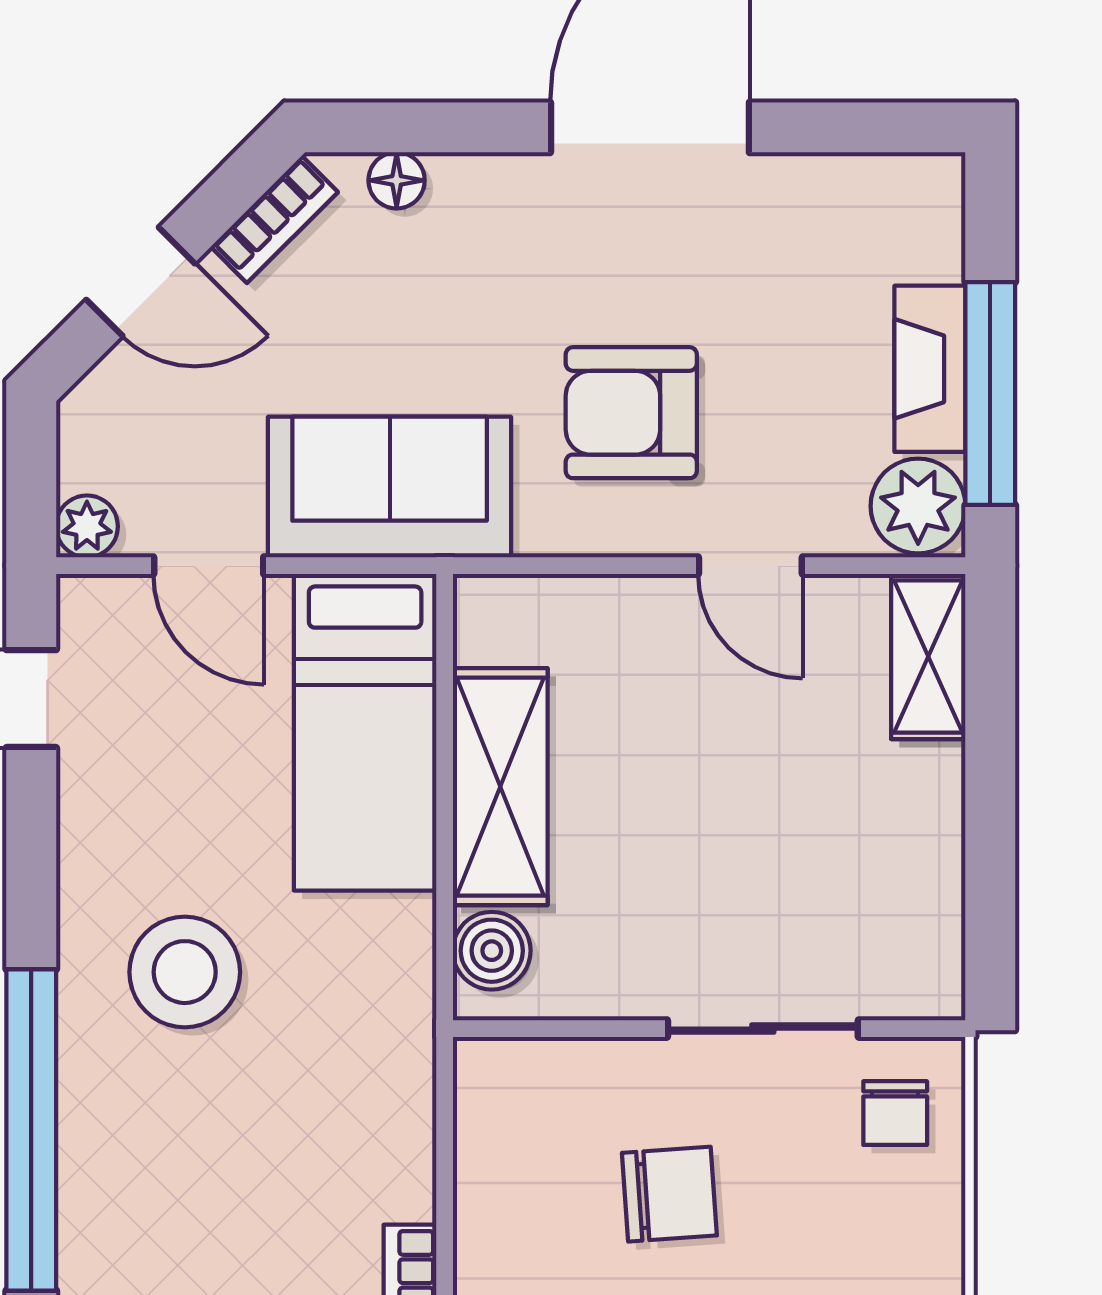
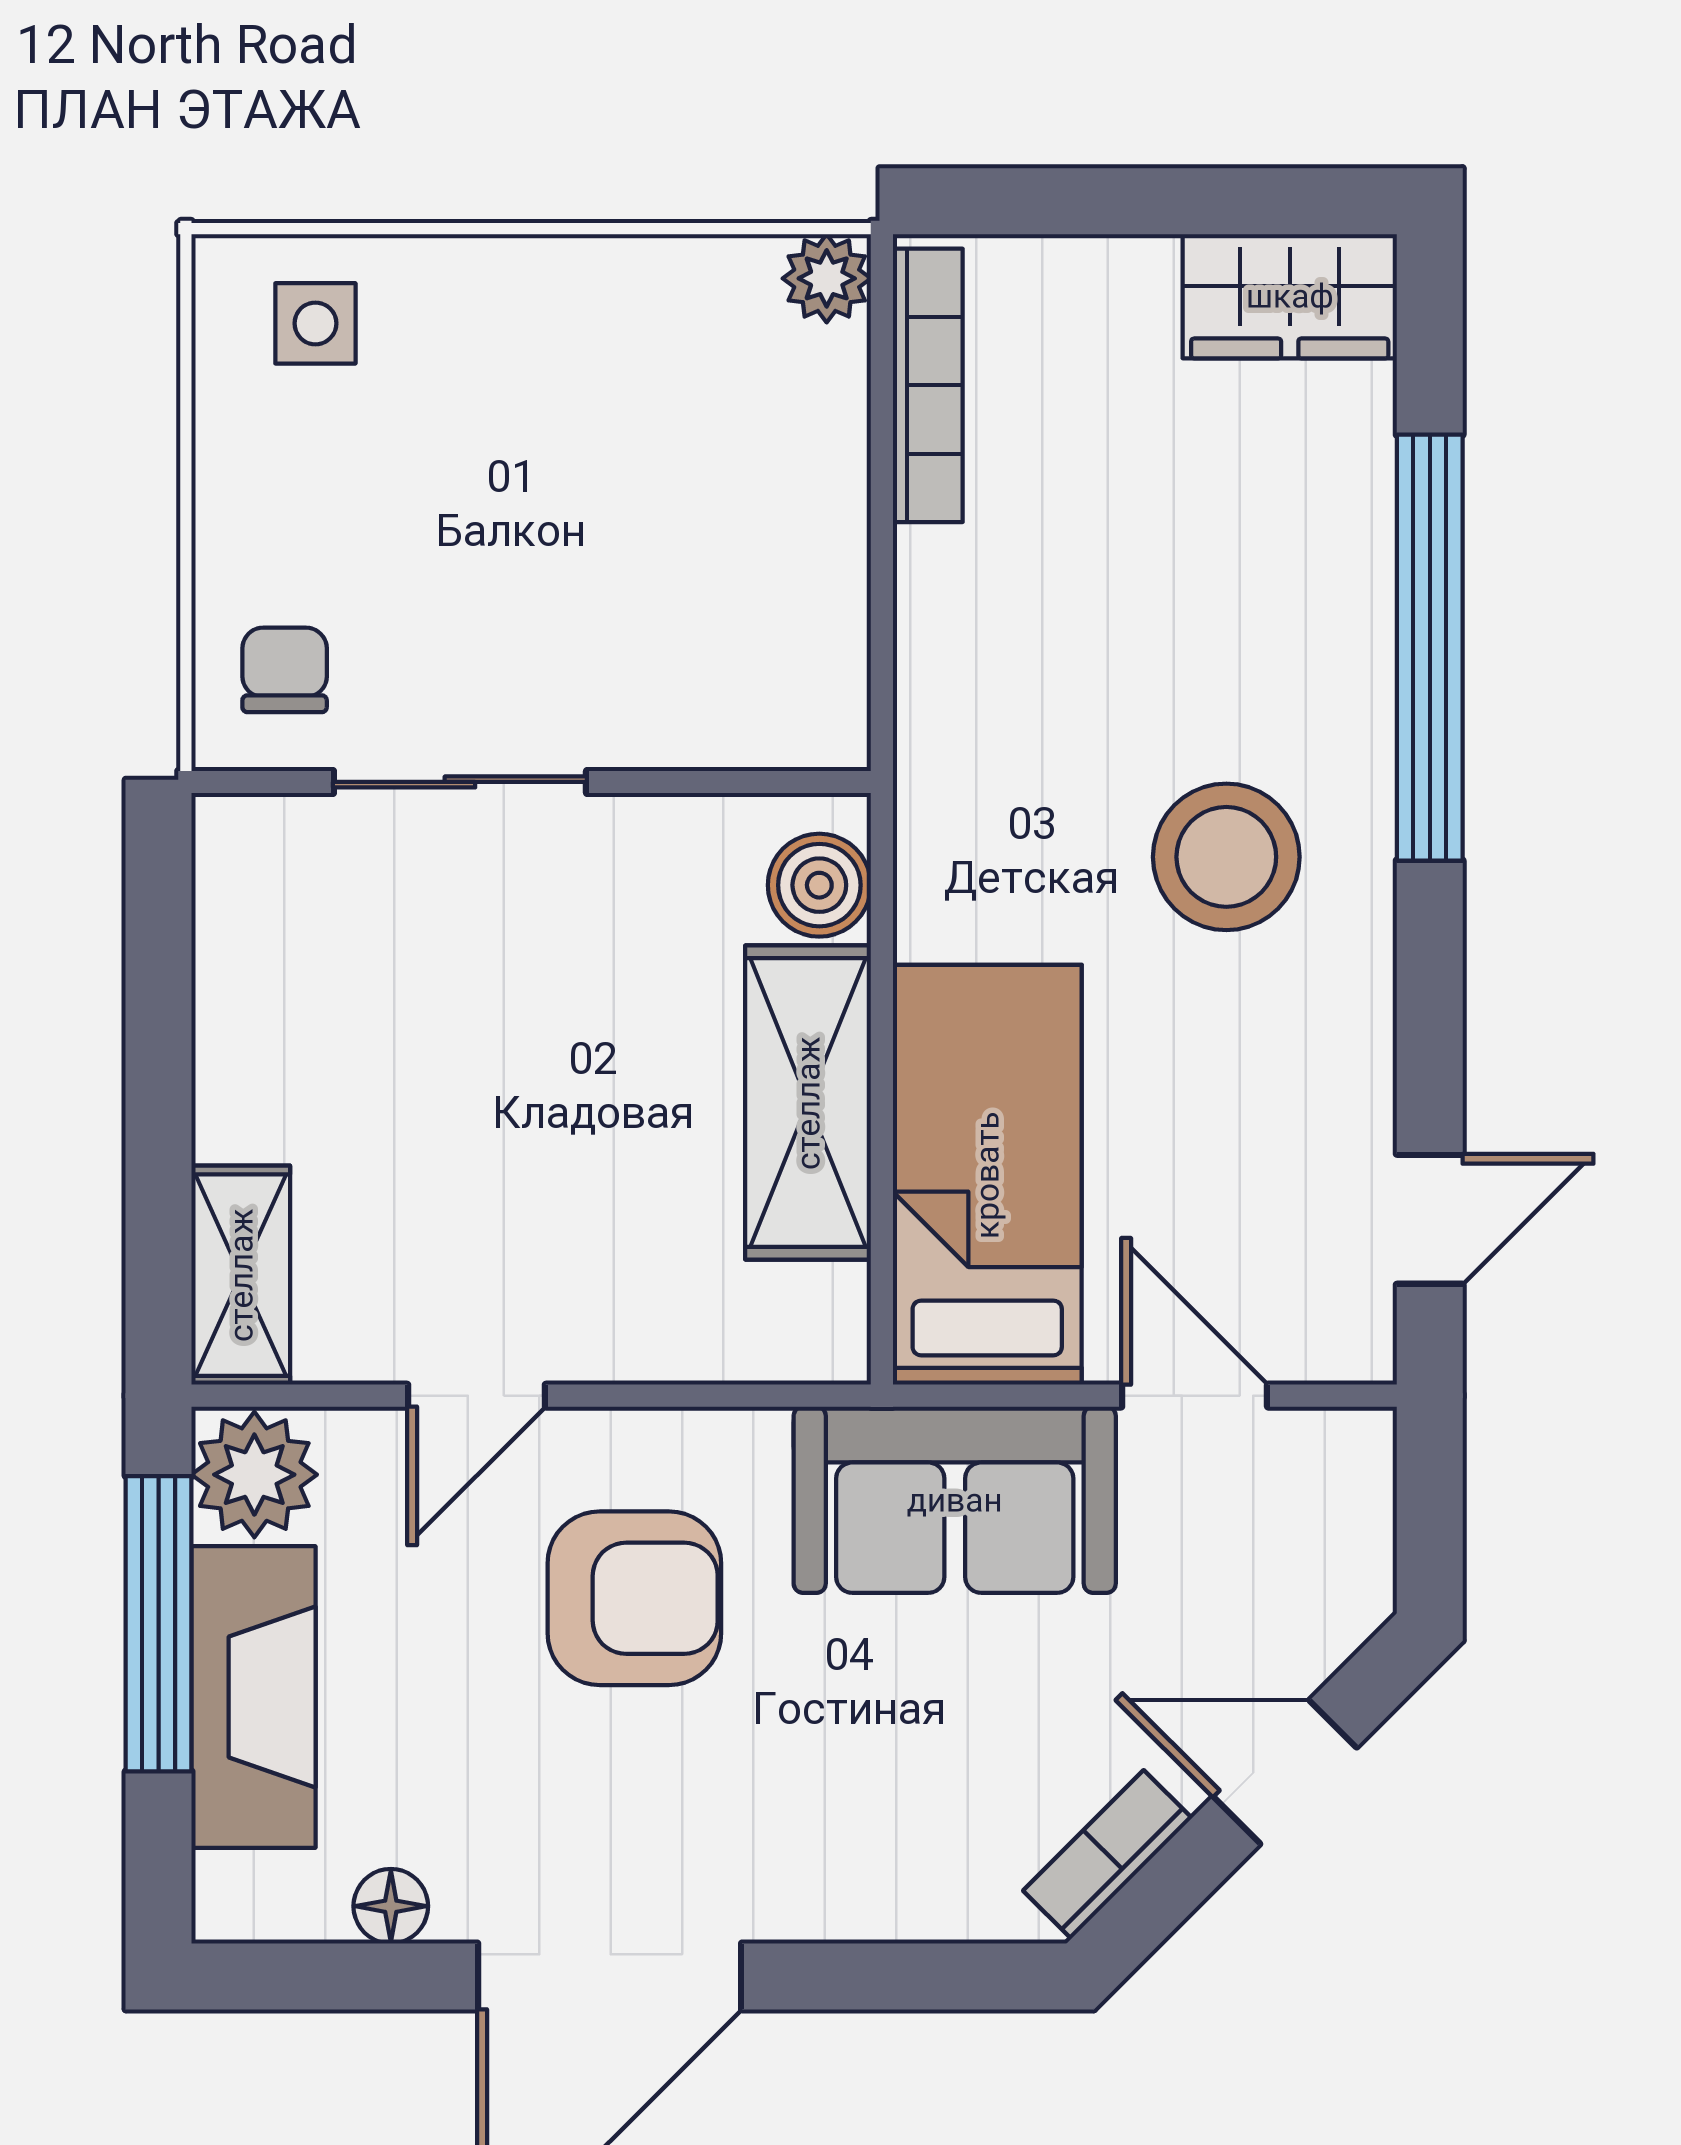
floor lamp: (397, 180) -> (391, 1906), moved
fireplace: (930, 369) -> (254, 1697), width x1.37, depth x1.32
plant: (87, 526) -> (1356, 1448), removed
door: (750, 566) -> (476, 1396), swing flipped
chair: (669, 1194) -> (584, 562), removed

